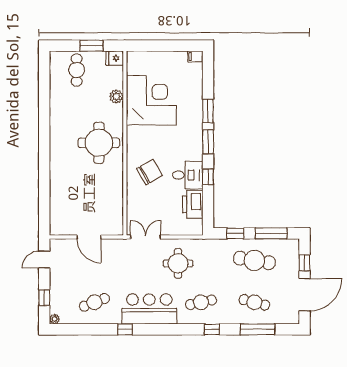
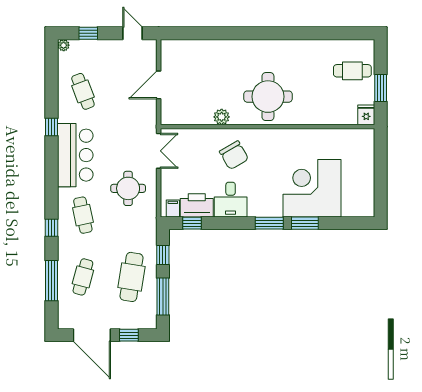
filing cabinet: (195, 56) -> (173, 208), moved
plant: (116, 96) -> (222, 117), moved
corner desk: (151, 100) -> (312, 188), moved, turned 180
window: (208, 177) -> (192, 223), moved

